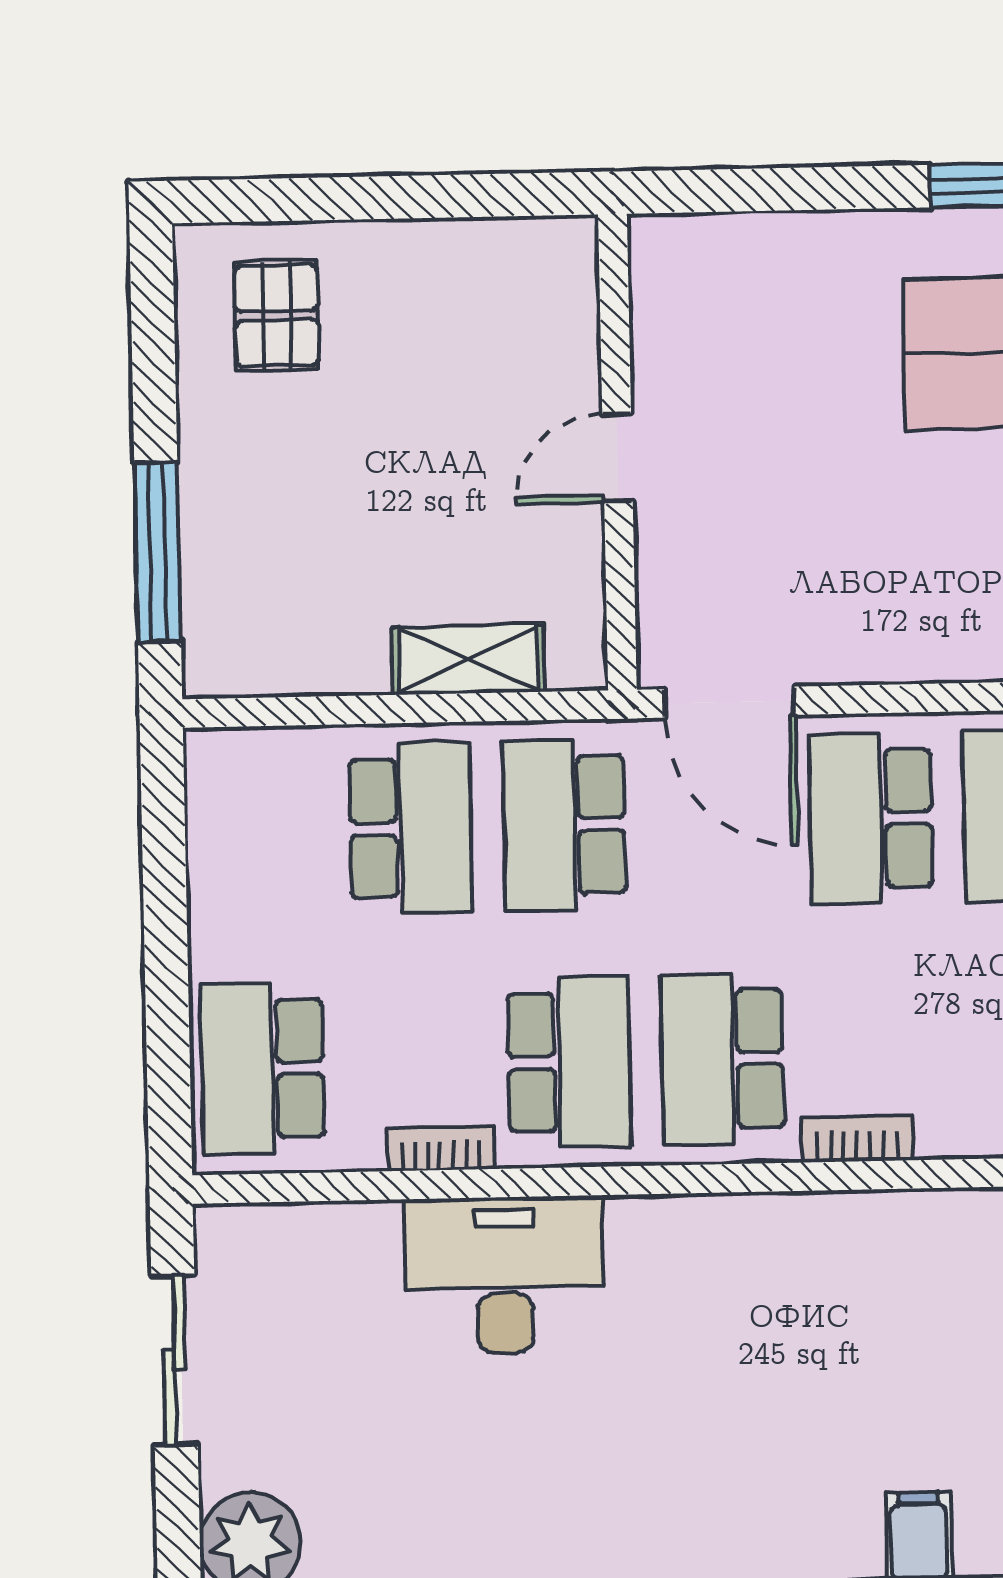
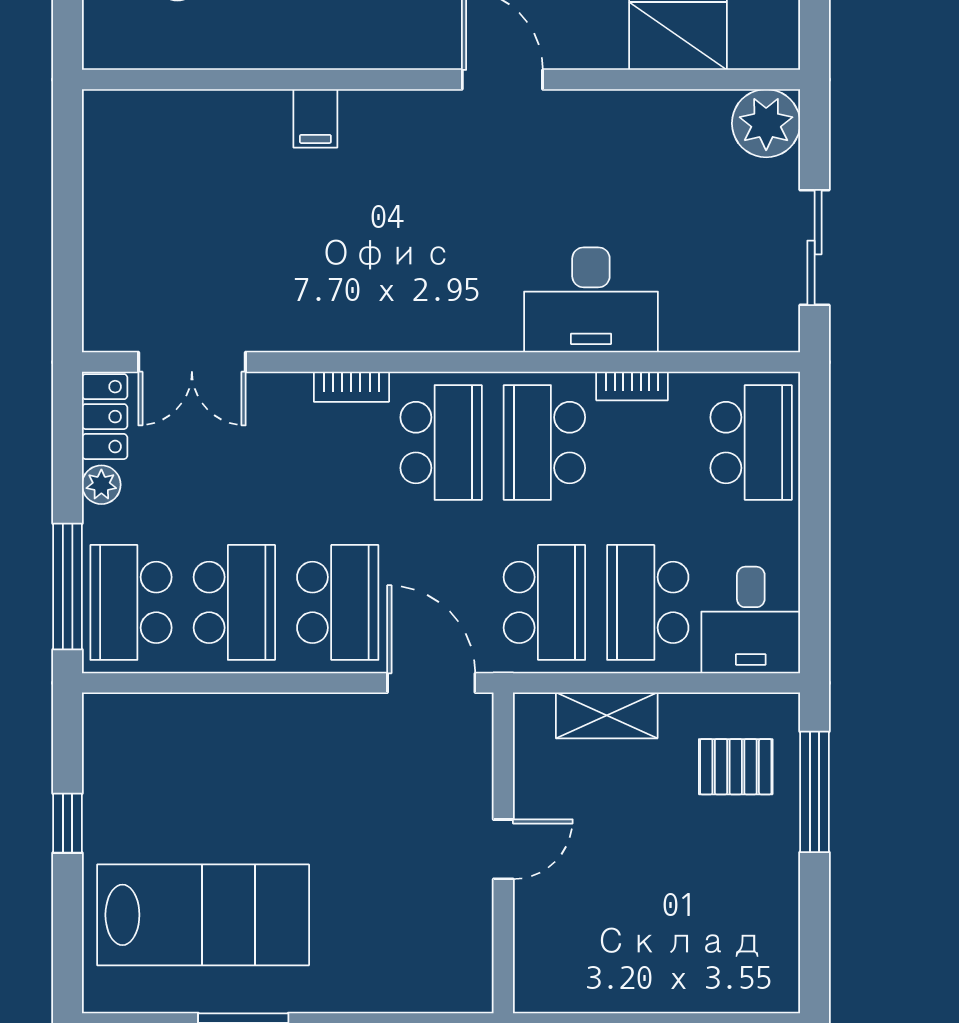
pallet: (277, 316) -> (736, 767), moved, turned 90
desk: (258, 805) -> (751, 620), added

